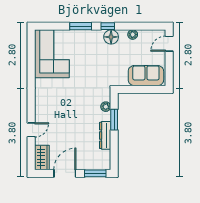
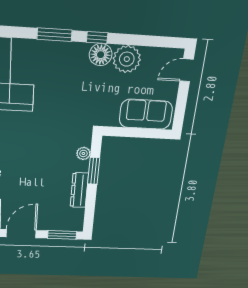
plant: (133, 35) -> (127, 59), width x1.87, depth x1.87

